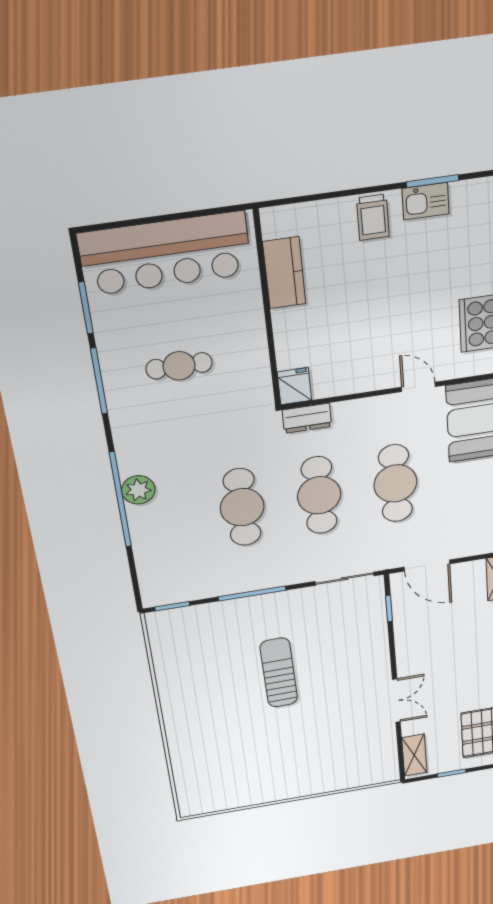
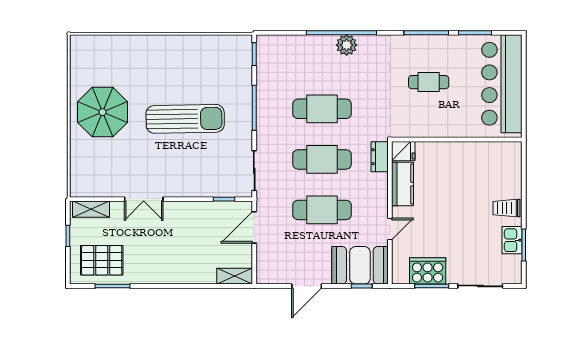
kitchen counter: (284, 273) -> (403, 184), moved, turned -90
cafe table: (179, 366) -> (429, 82), turned 90
sun lounger: (279, 673) -> (185, 119), width x1.36, depth x1.34
parasol: (281, 766) -> (102, 112), added

